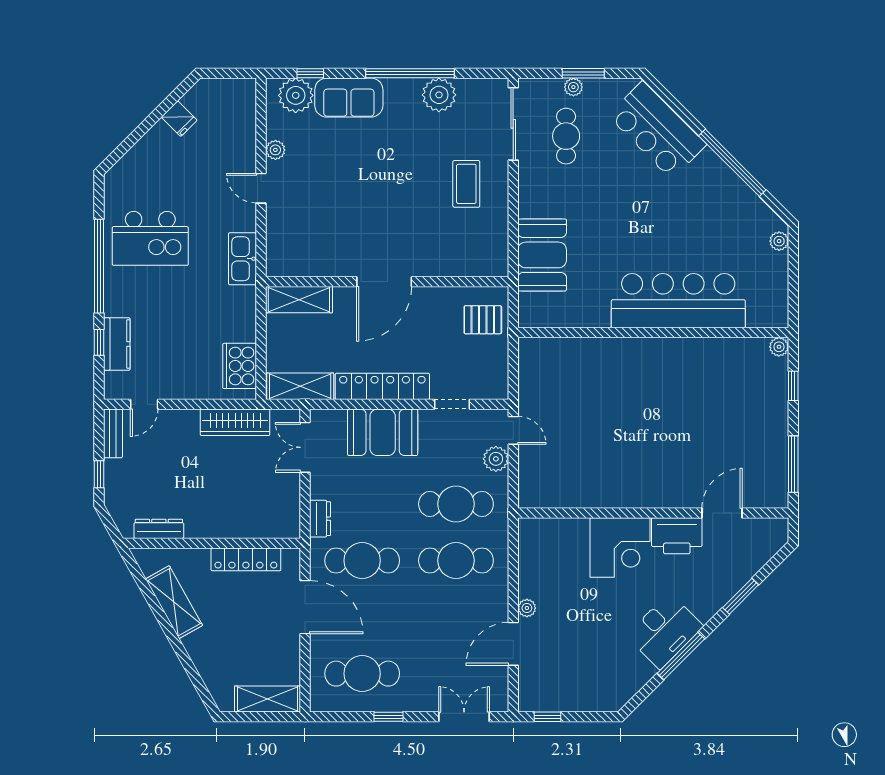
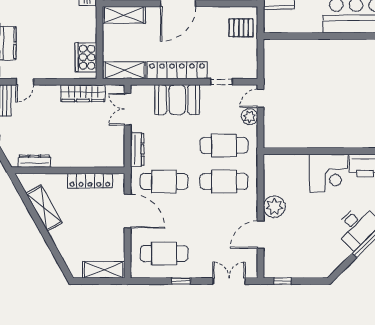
door: (513, 430) -> (260, 98), swing flipped
dresser: (320, 519) -> (137, 150), width x1.44
plant: (527, 608) -> (274, 207), width x1.87, depth x1.87

